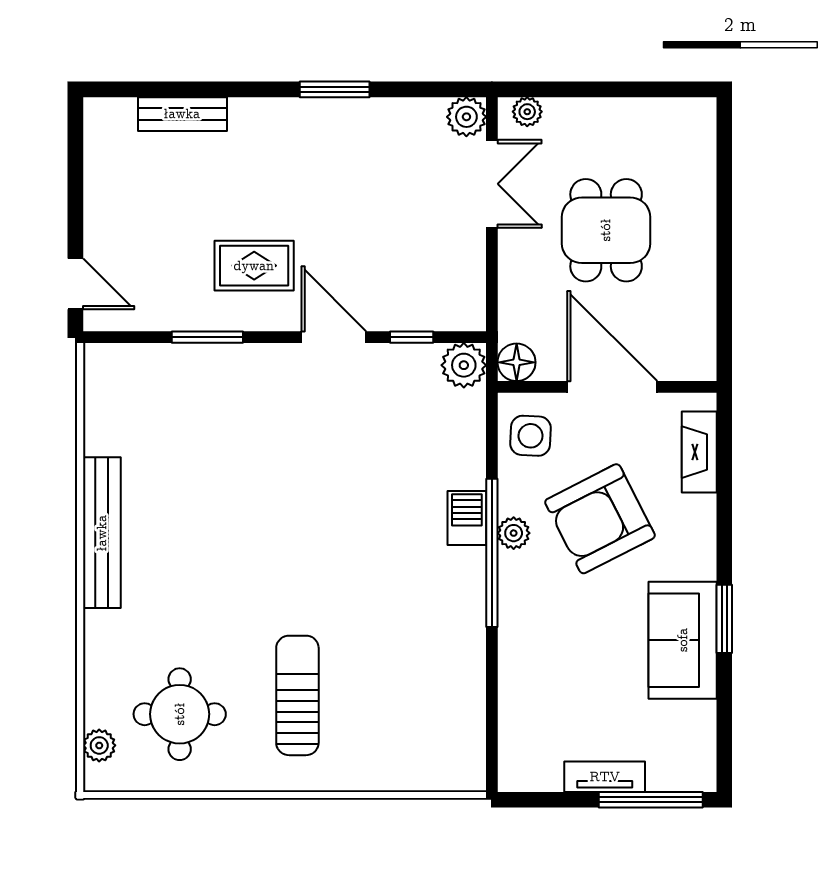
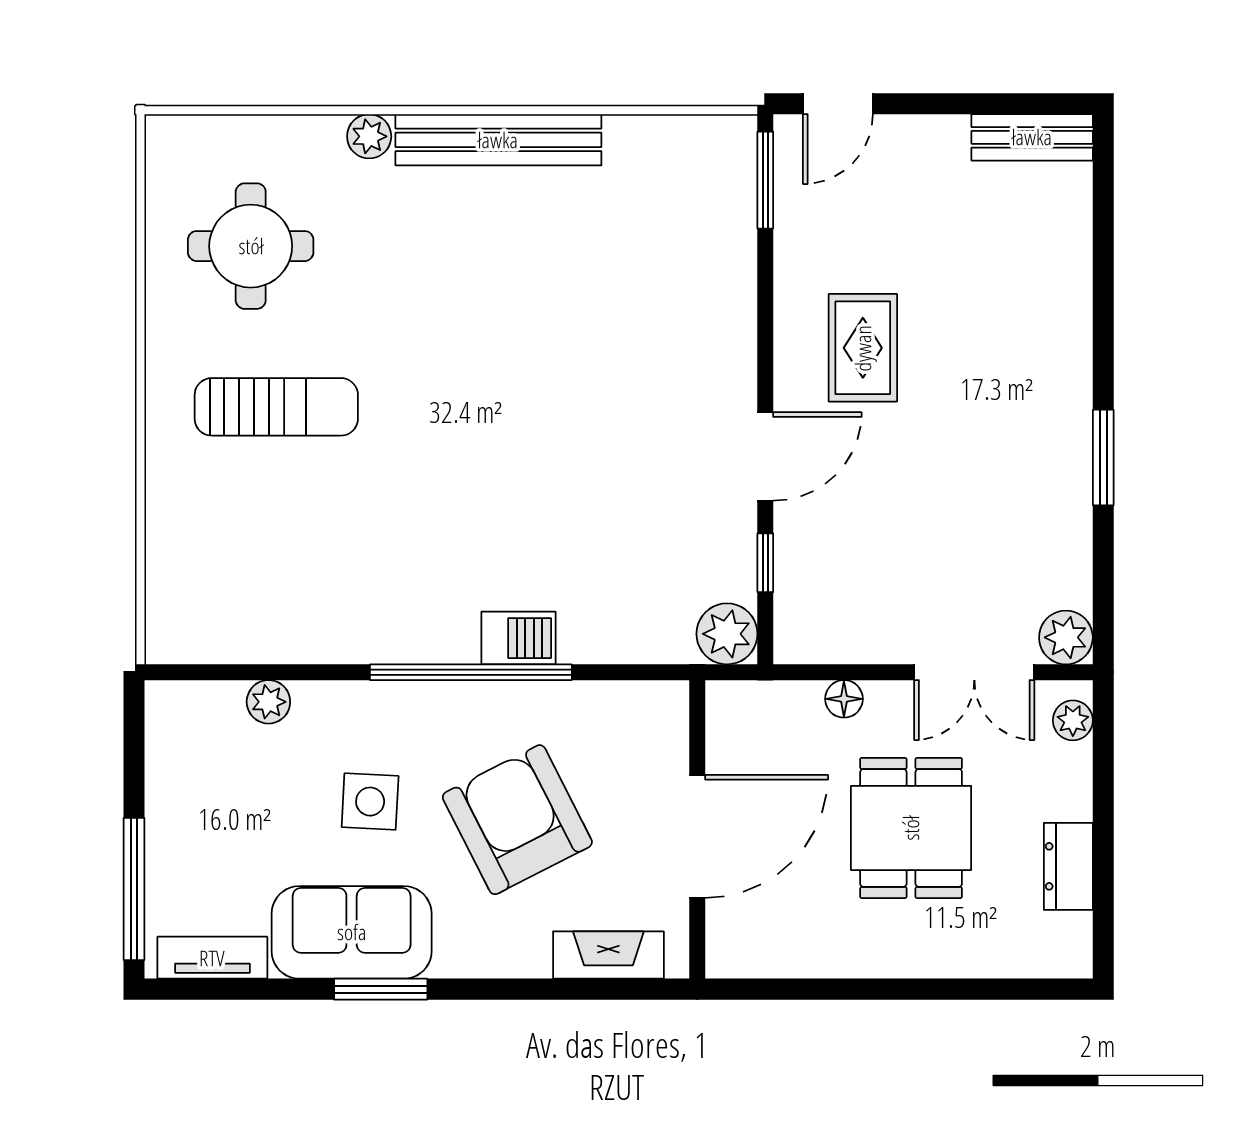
bench: (182, 114) -> (1032, 137), moved, turned 90
dresser: (634, 115) -> (1068, 866), added
dining table: (606, 230) -> (911, 828), turned 90
window: (207, 337) -> (765, 180), moved
floor lamp: (517, 362) -> (844, 699), moved, width x0.73, depth x0.73
side table: (531, 436) -> (370, 802), moved
plant: (514, 533) -> (268, 702), moved
plant: (99, 745) -> (369, 136), moved
tv unit: (605, 777) -> (212, 958), moved, turned -90

